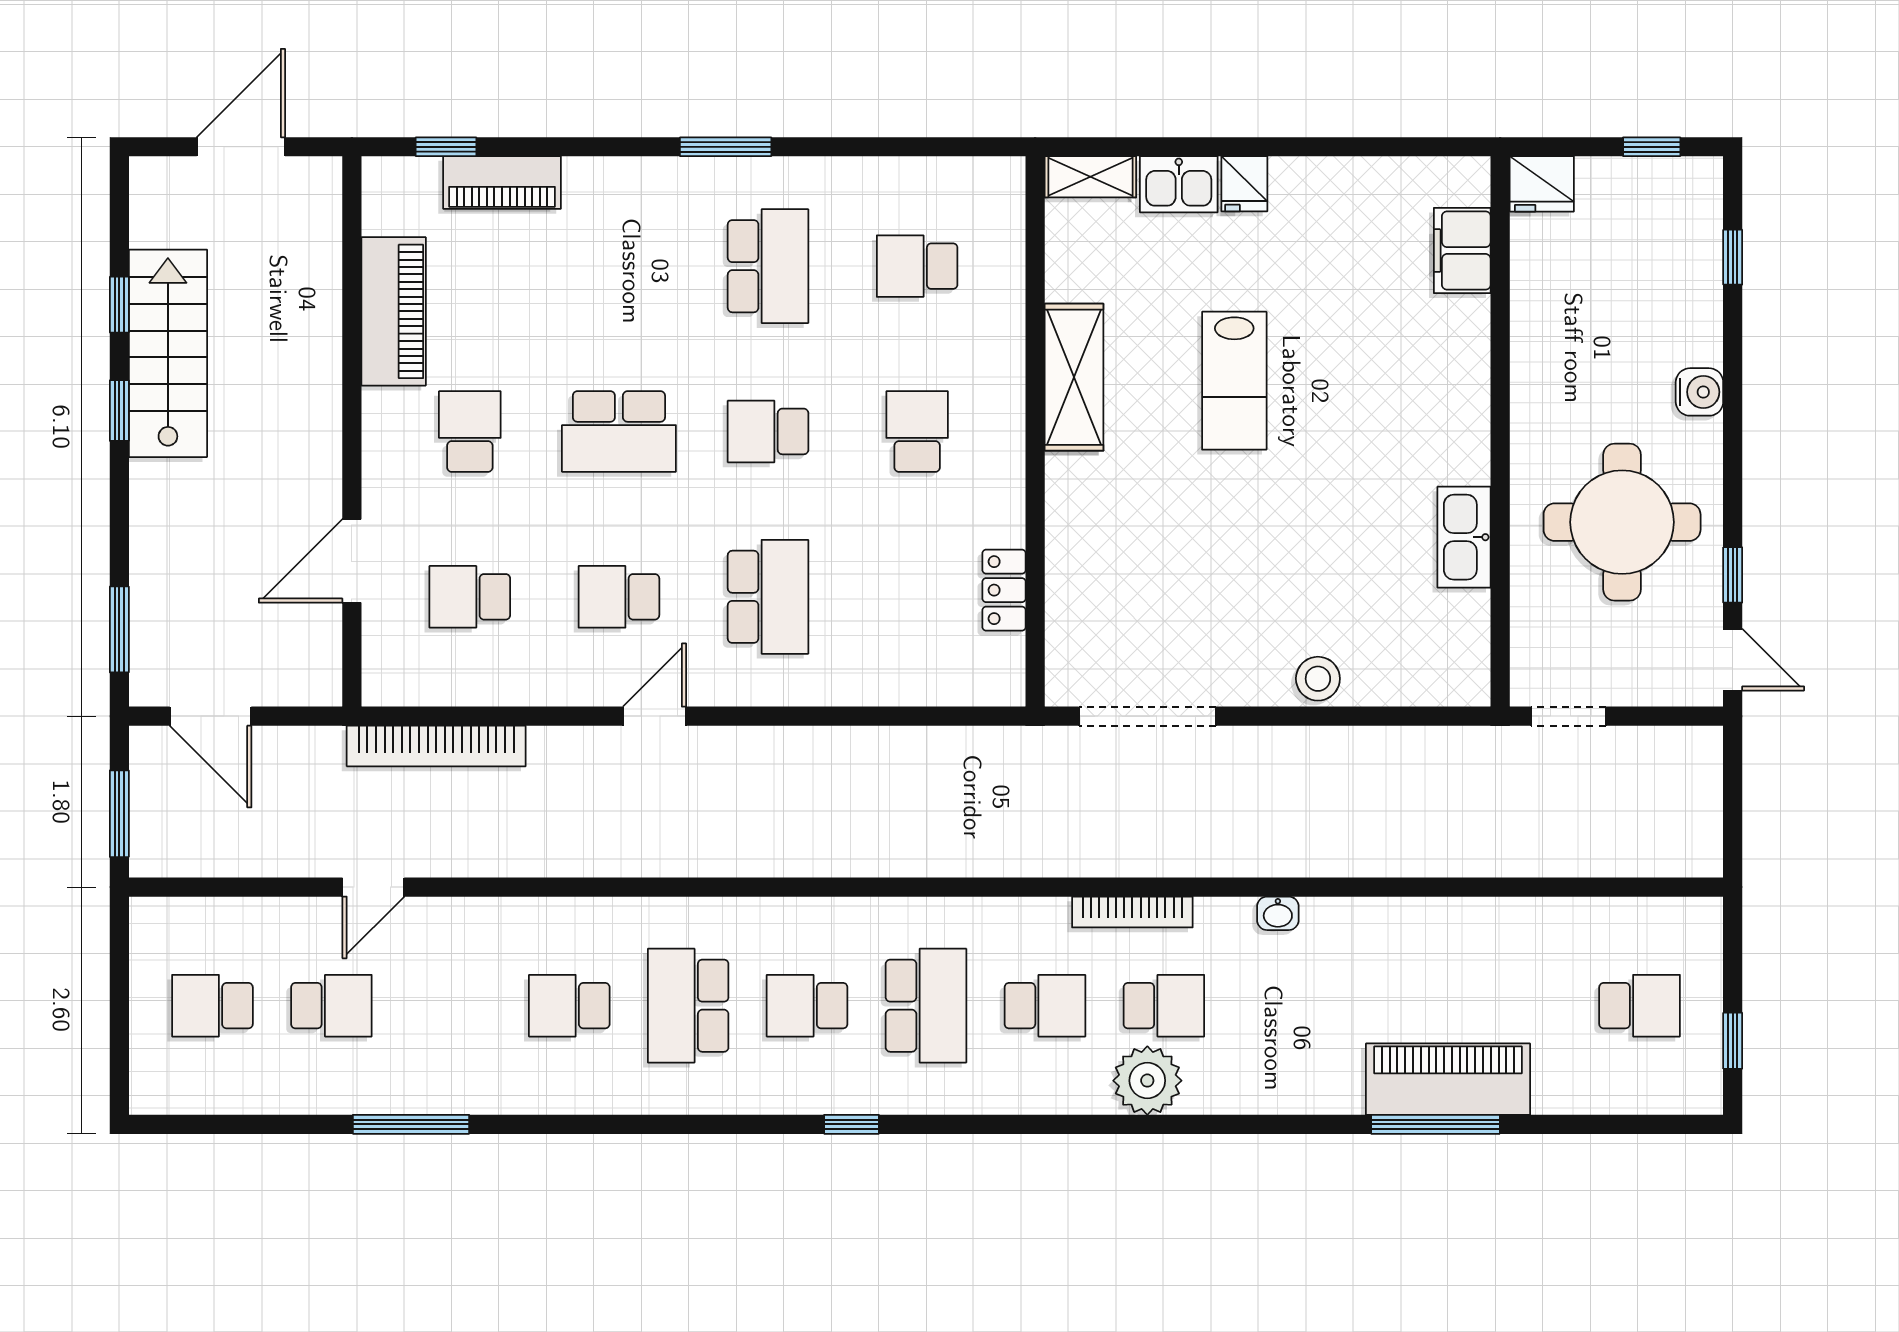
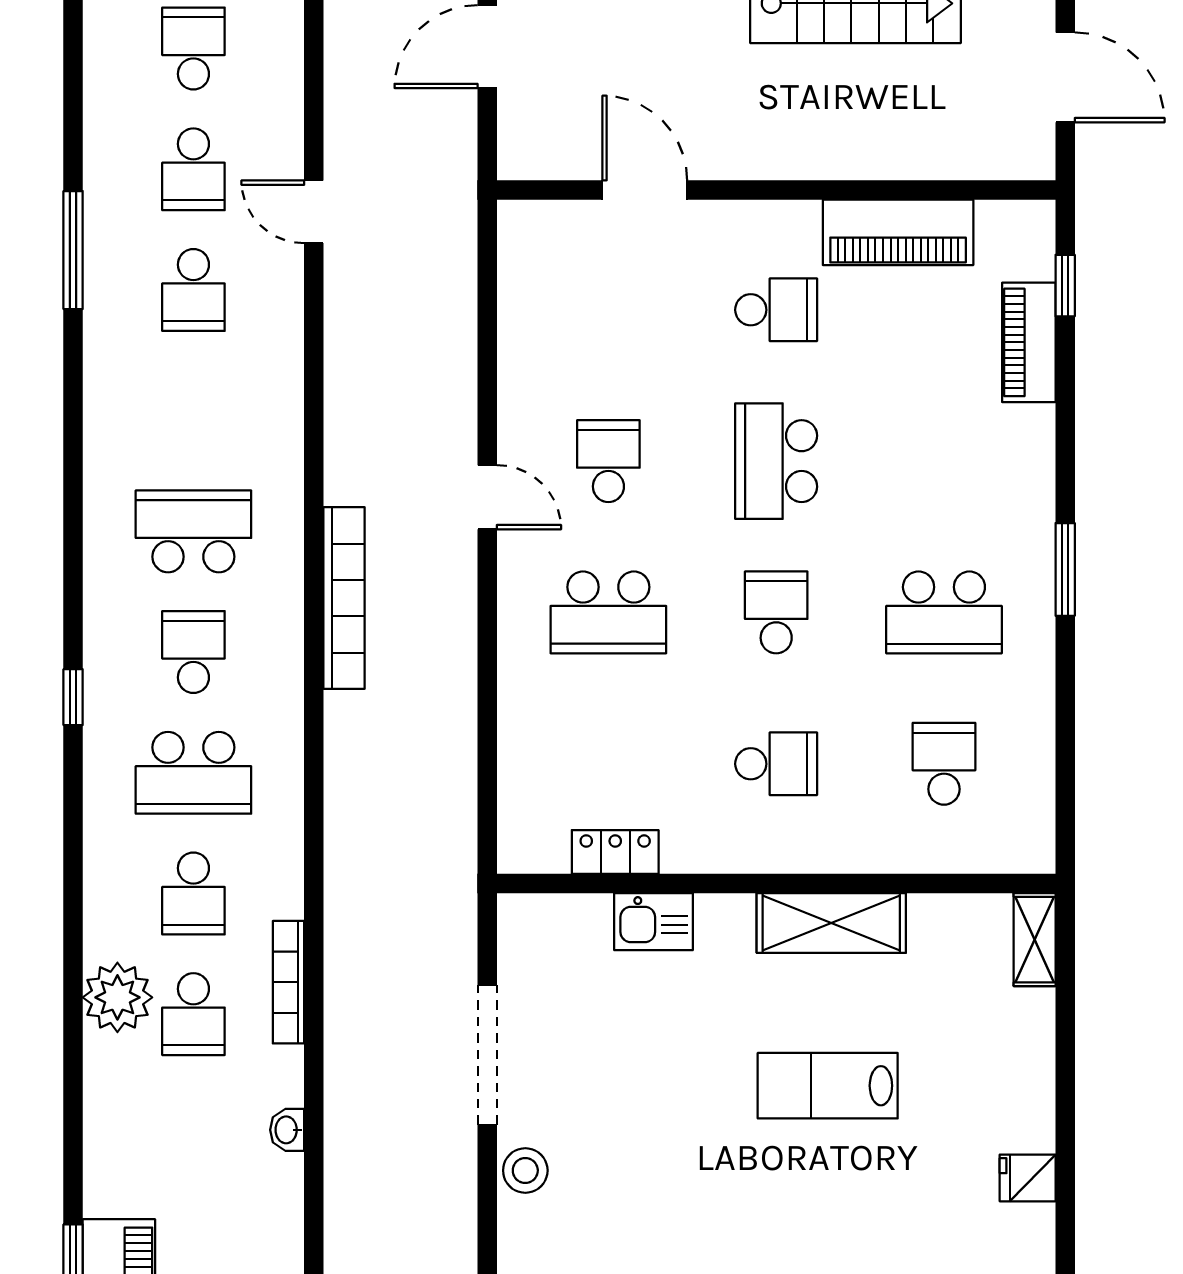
kitchen sink: (1179, 184) -> (654, 922), moved, turned -90
fridge: (1244, 184) -> (1028, 1178), moved
school desk: (470, 597) -> (608, 310), removed
doorway: (1147, 716) -> (487, 1055), moved
bookcase: (436, 746) -> (344, 598), moved, turned 180
school desk: (569, 1006) -> (193, 290), moved, turned 180

